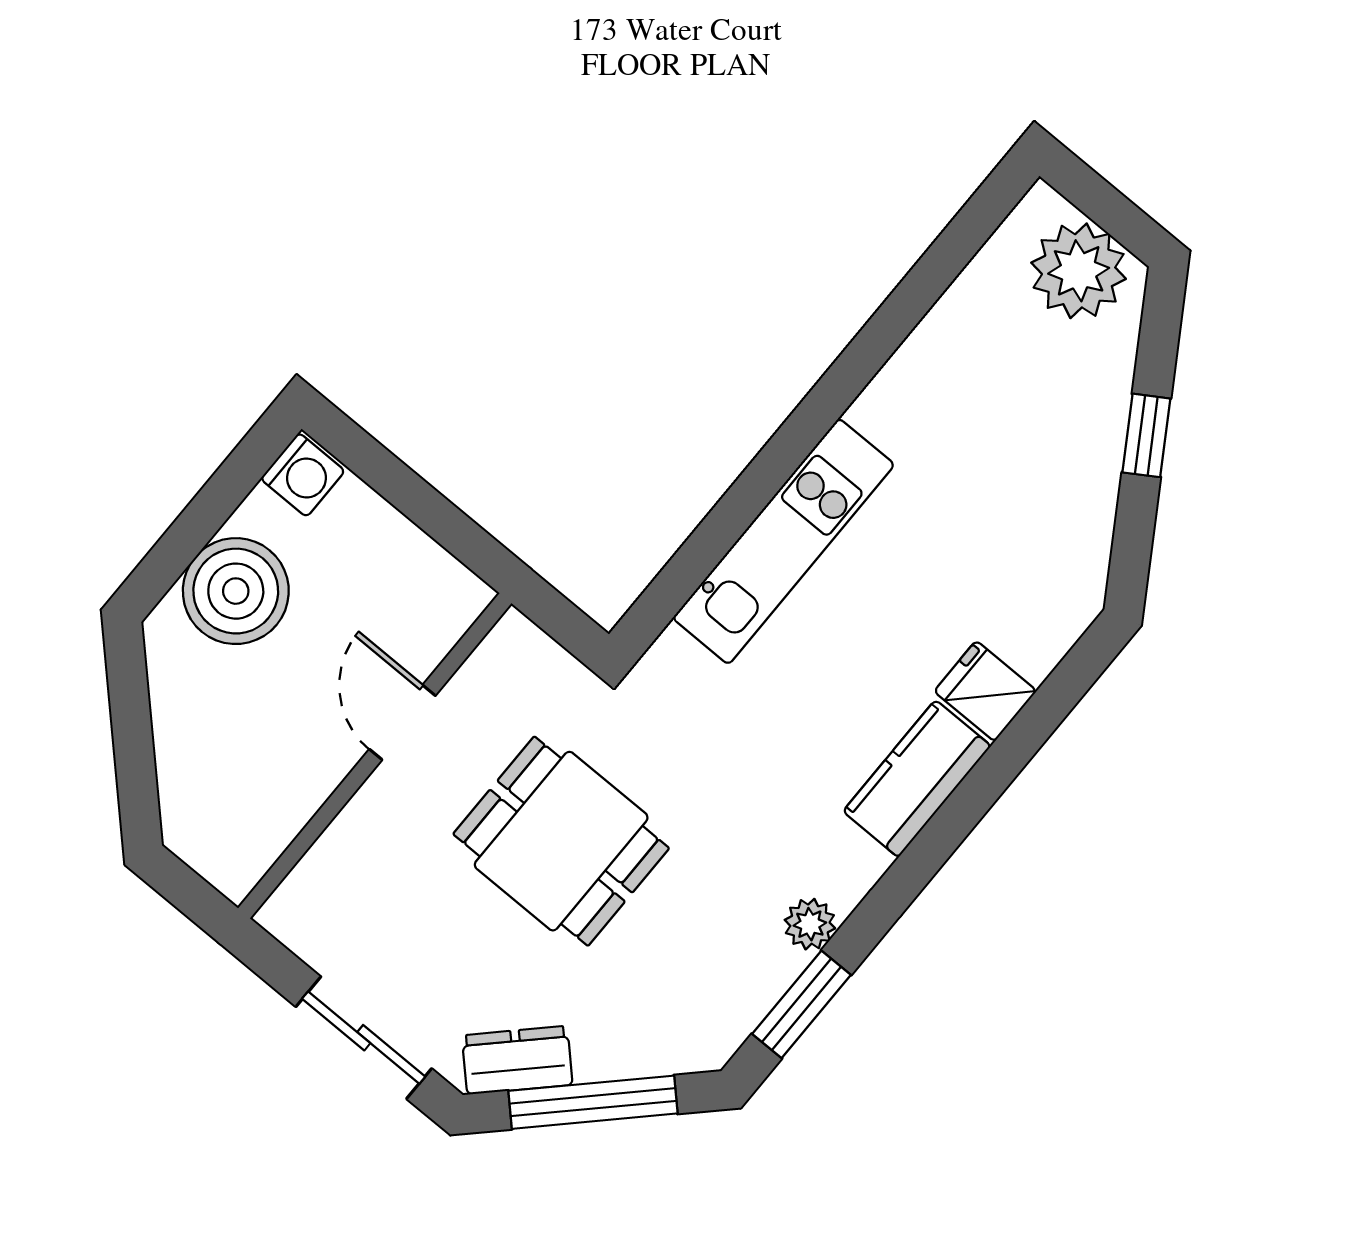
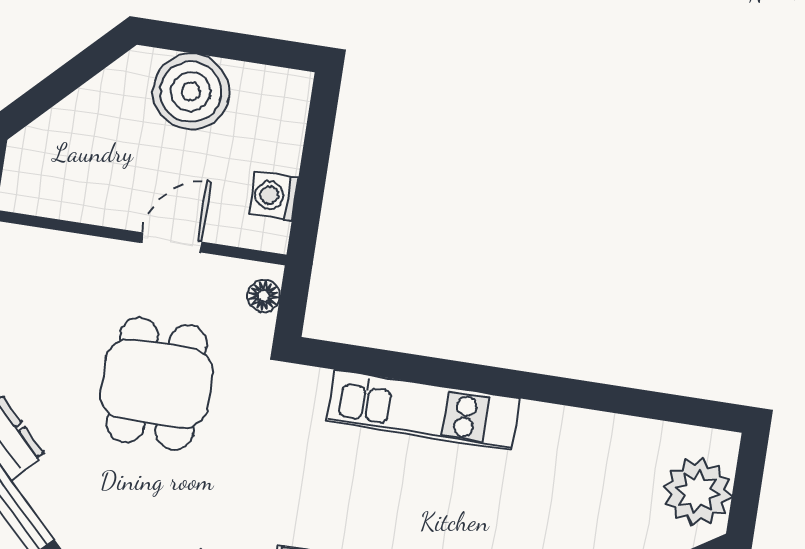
washing machine: (303, 475) -> (274, 196), moved, turned 90
floor lamp: (533, 650) -> (264, 296), added

